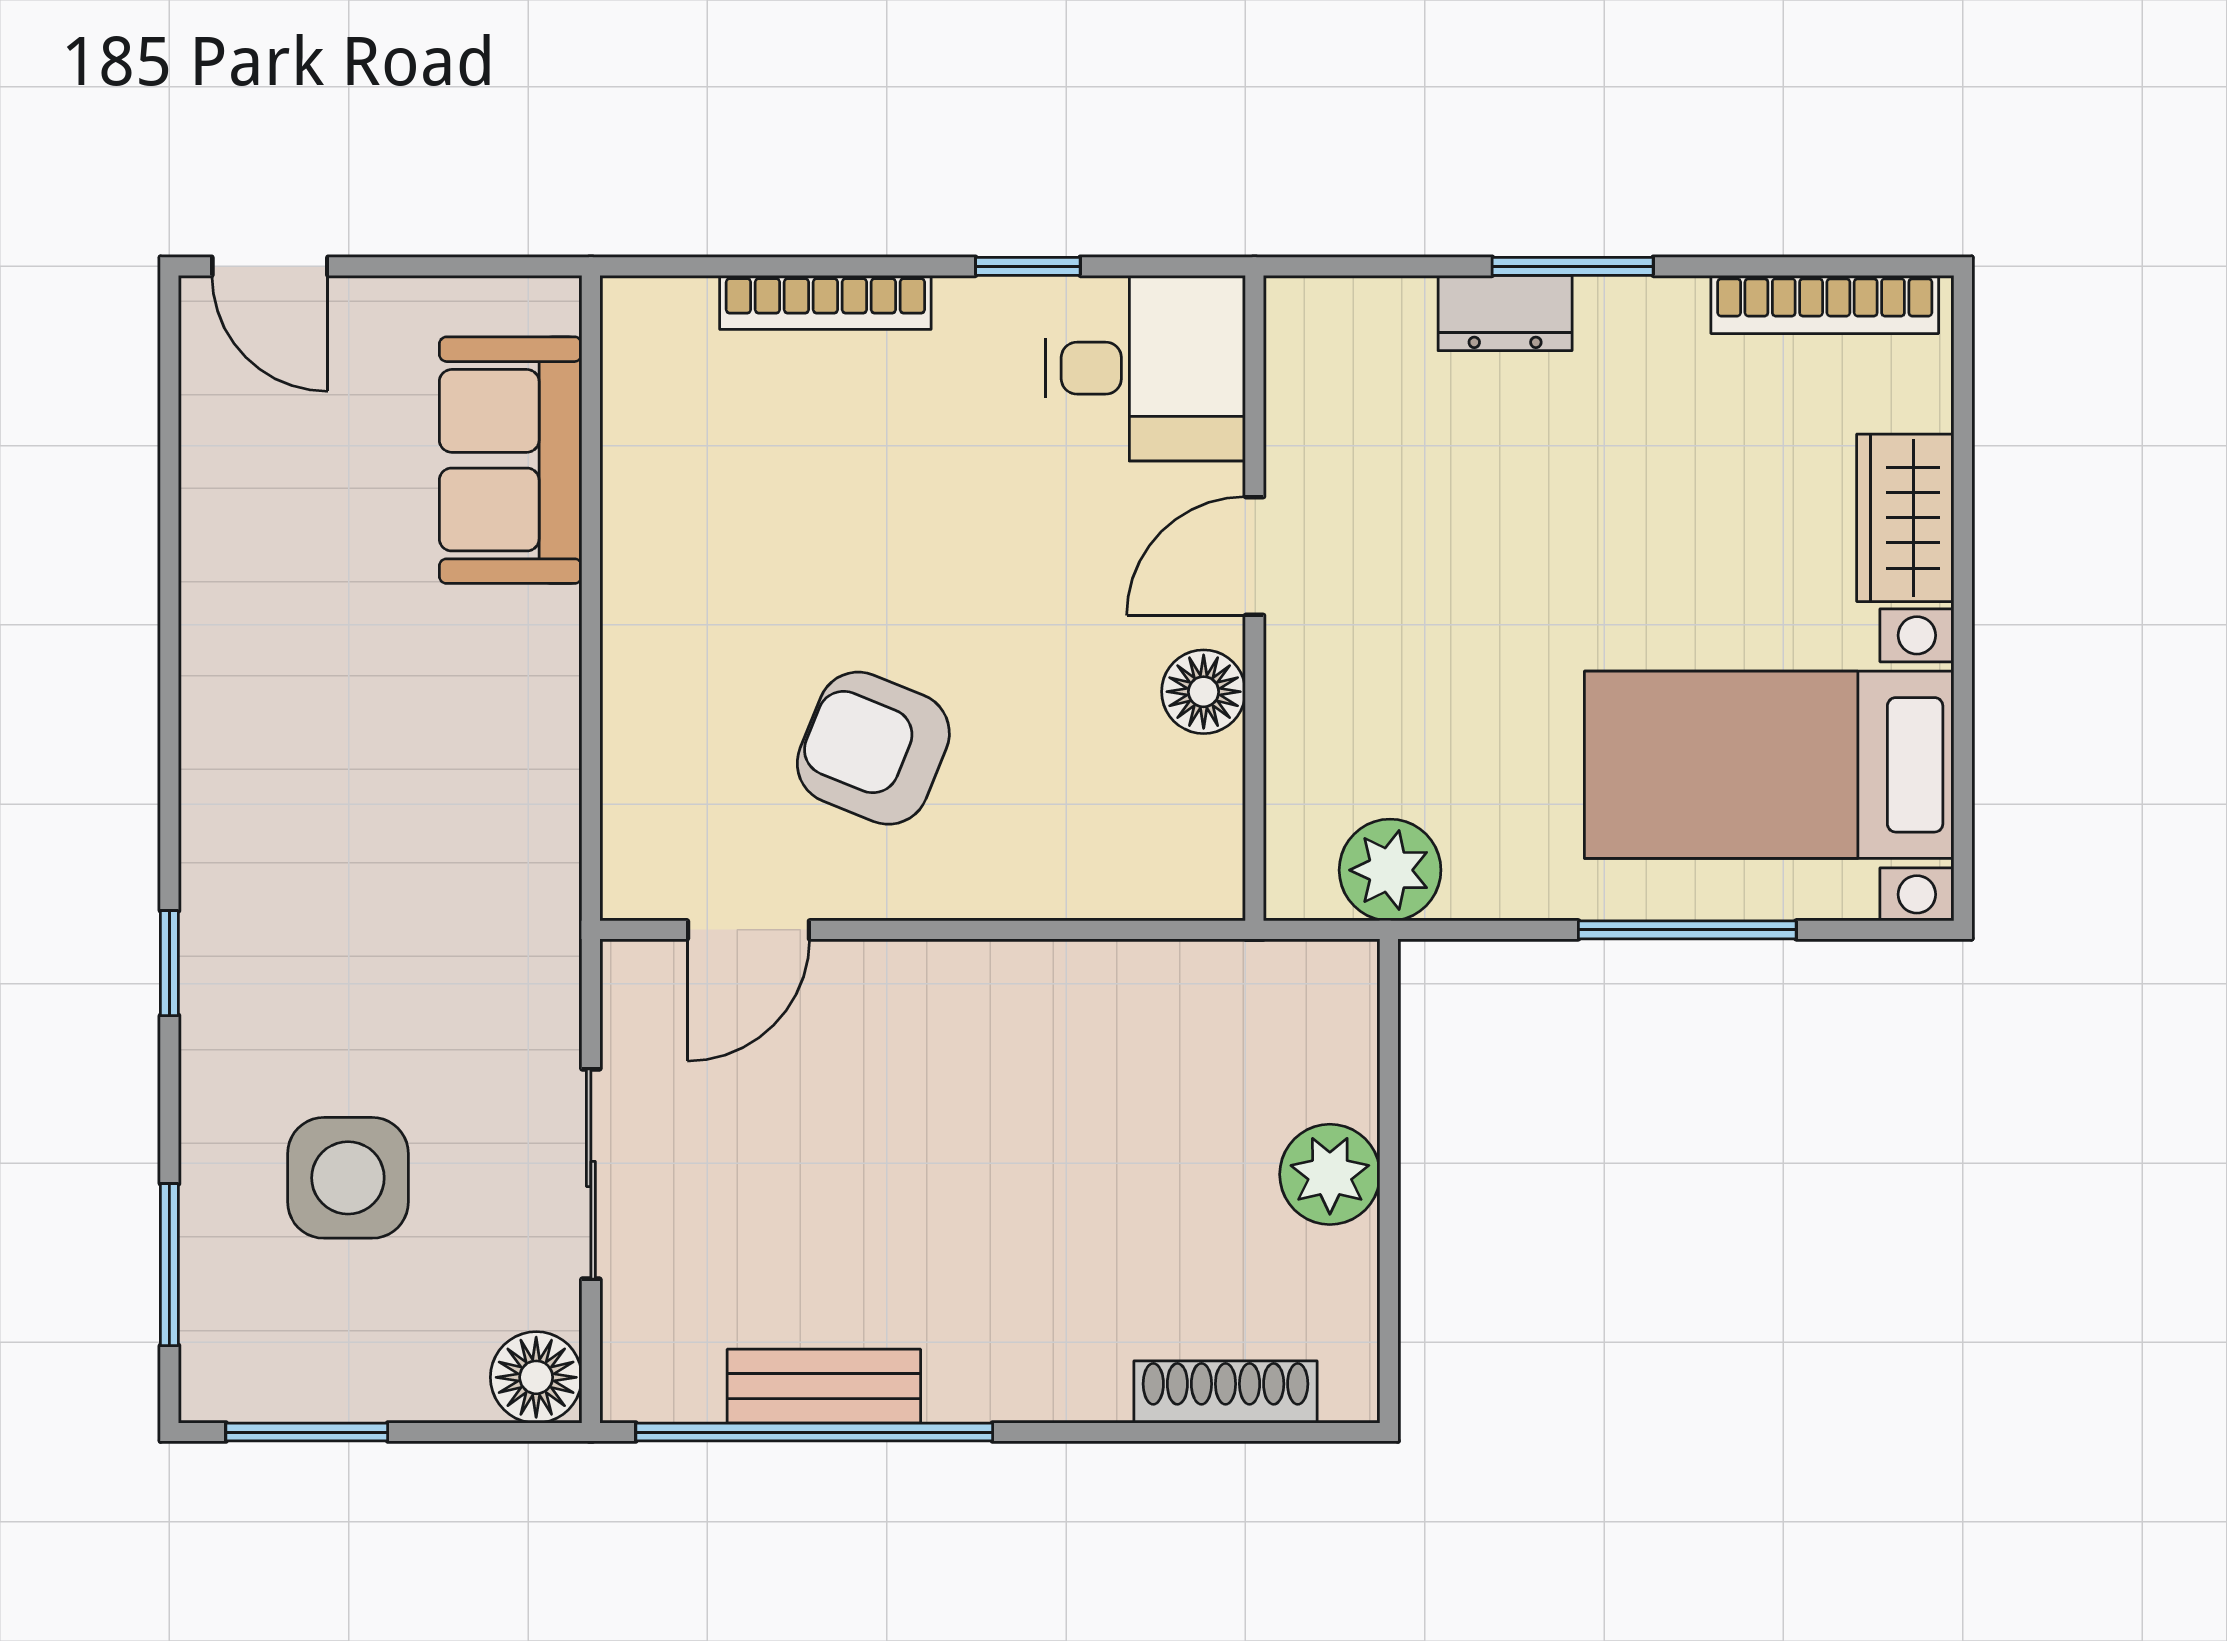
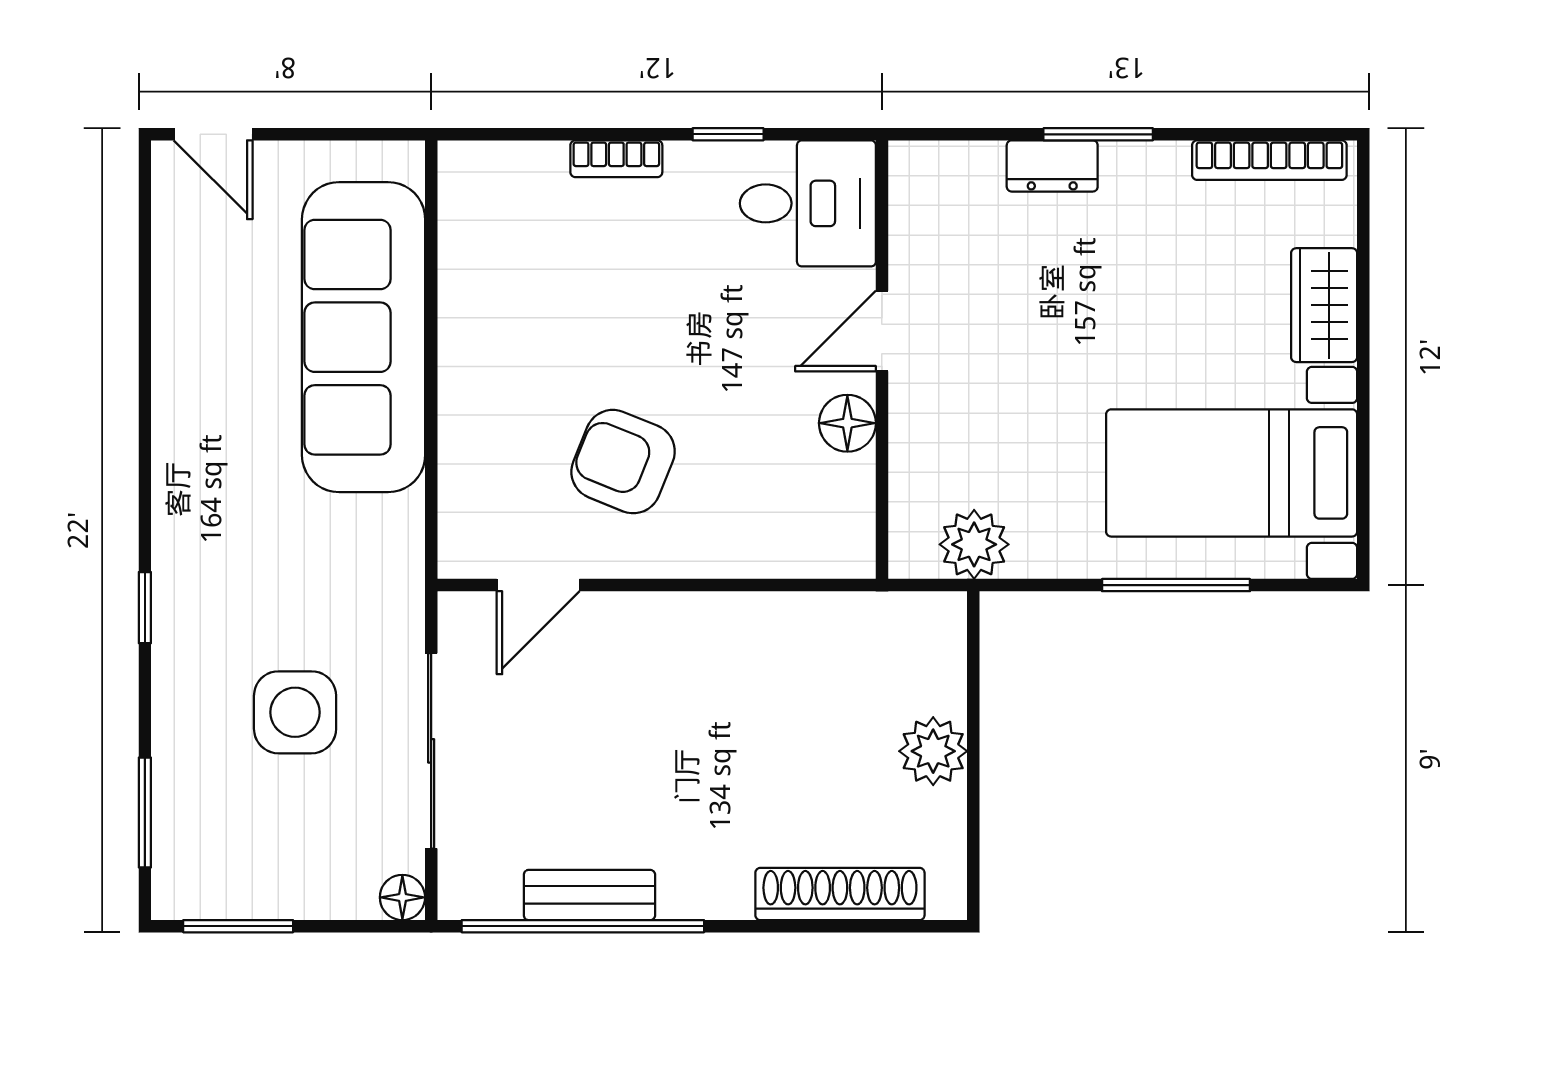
bookcase: (825, 302) -> (616, 159), width x0.64
sofa: (511, 460) -> (364, 337), width x1.85, depth x1.27
sliding door: (591, 1174) -> (431, 751), width x1.37
side table: (348, 1178) -> (295, 712), moved
floor lamp: (536, 1377) -> (402, 897), width x0.73, depth x0.73
shoe rack: (1226, 1392) -> (840, 894), width x1.36, depth x1.24

